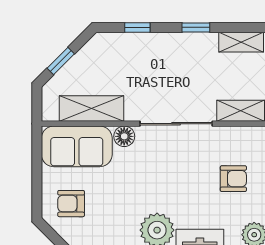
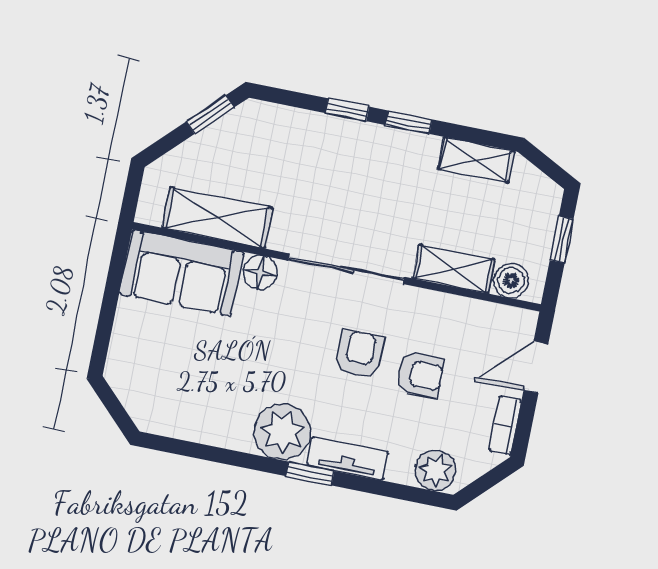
window: (137, 27) -> (347, 110), moved
window: (61, 61) -> (210, 114), moved
armchair: (71, 204) -> (360, 354), moved, turned 90

